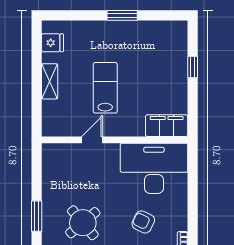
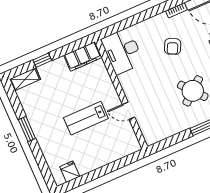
shelving: (50, 81) -> (25, 79), moved
filing cabinet: (167, 126) -> (83, 56), moved, turned -90
desk: (154, 168) -> (122, 51), width x0.73, depth x0.77

